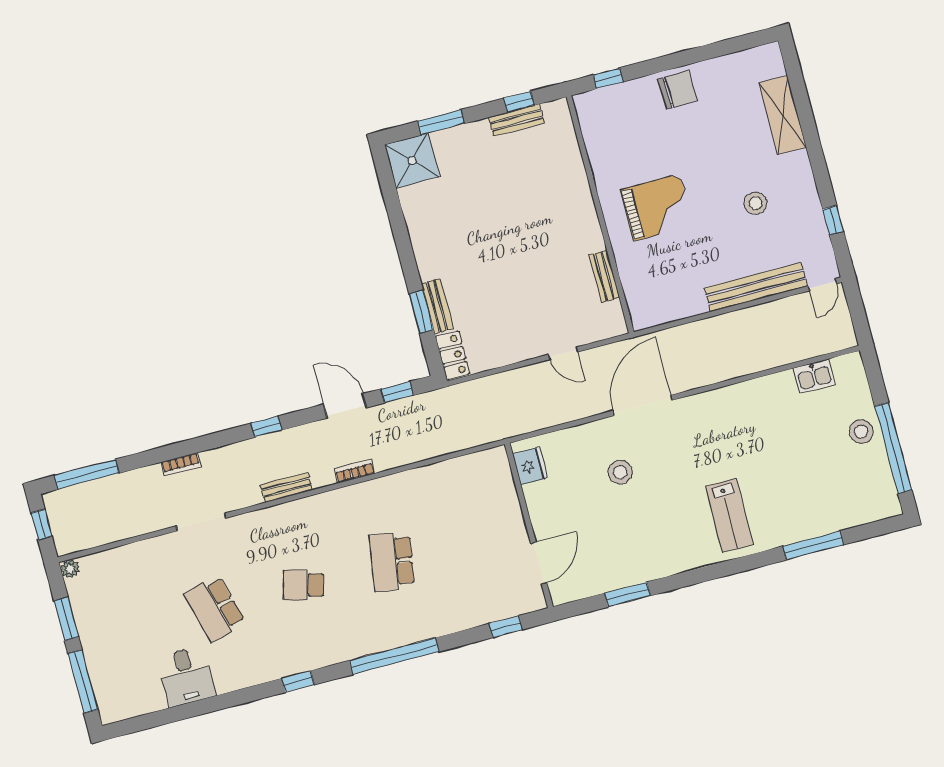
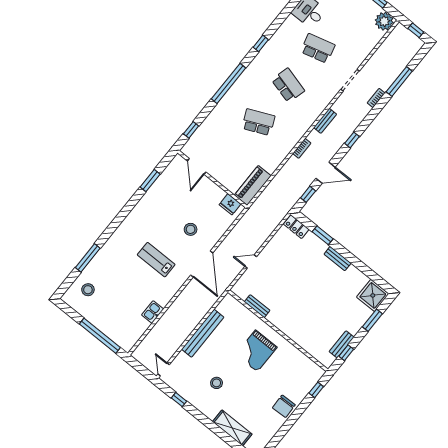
bench: (756, 287) -> (203, 333), moved
bench: (437, 306) -> (338, 259), moved
kitchen sink: (814, 376) -> (153, 312), moved
stool: (861, 432) -> (88, 290), moved
window: (893, 448) -> (100, 336), moved
piano: (473, 469) -> (253, 185), added
window: (87, 474) -> (399, 81), moved
lab bench: (729, 516) -> (156, 260), moved
school desk: (392, 562) -> (258, 122), turned -33
plant: (70, 569) -> (384, 21), width x1.87, depth x1.87
school desk: (303, 585) -> (288, 85), width x1.85

